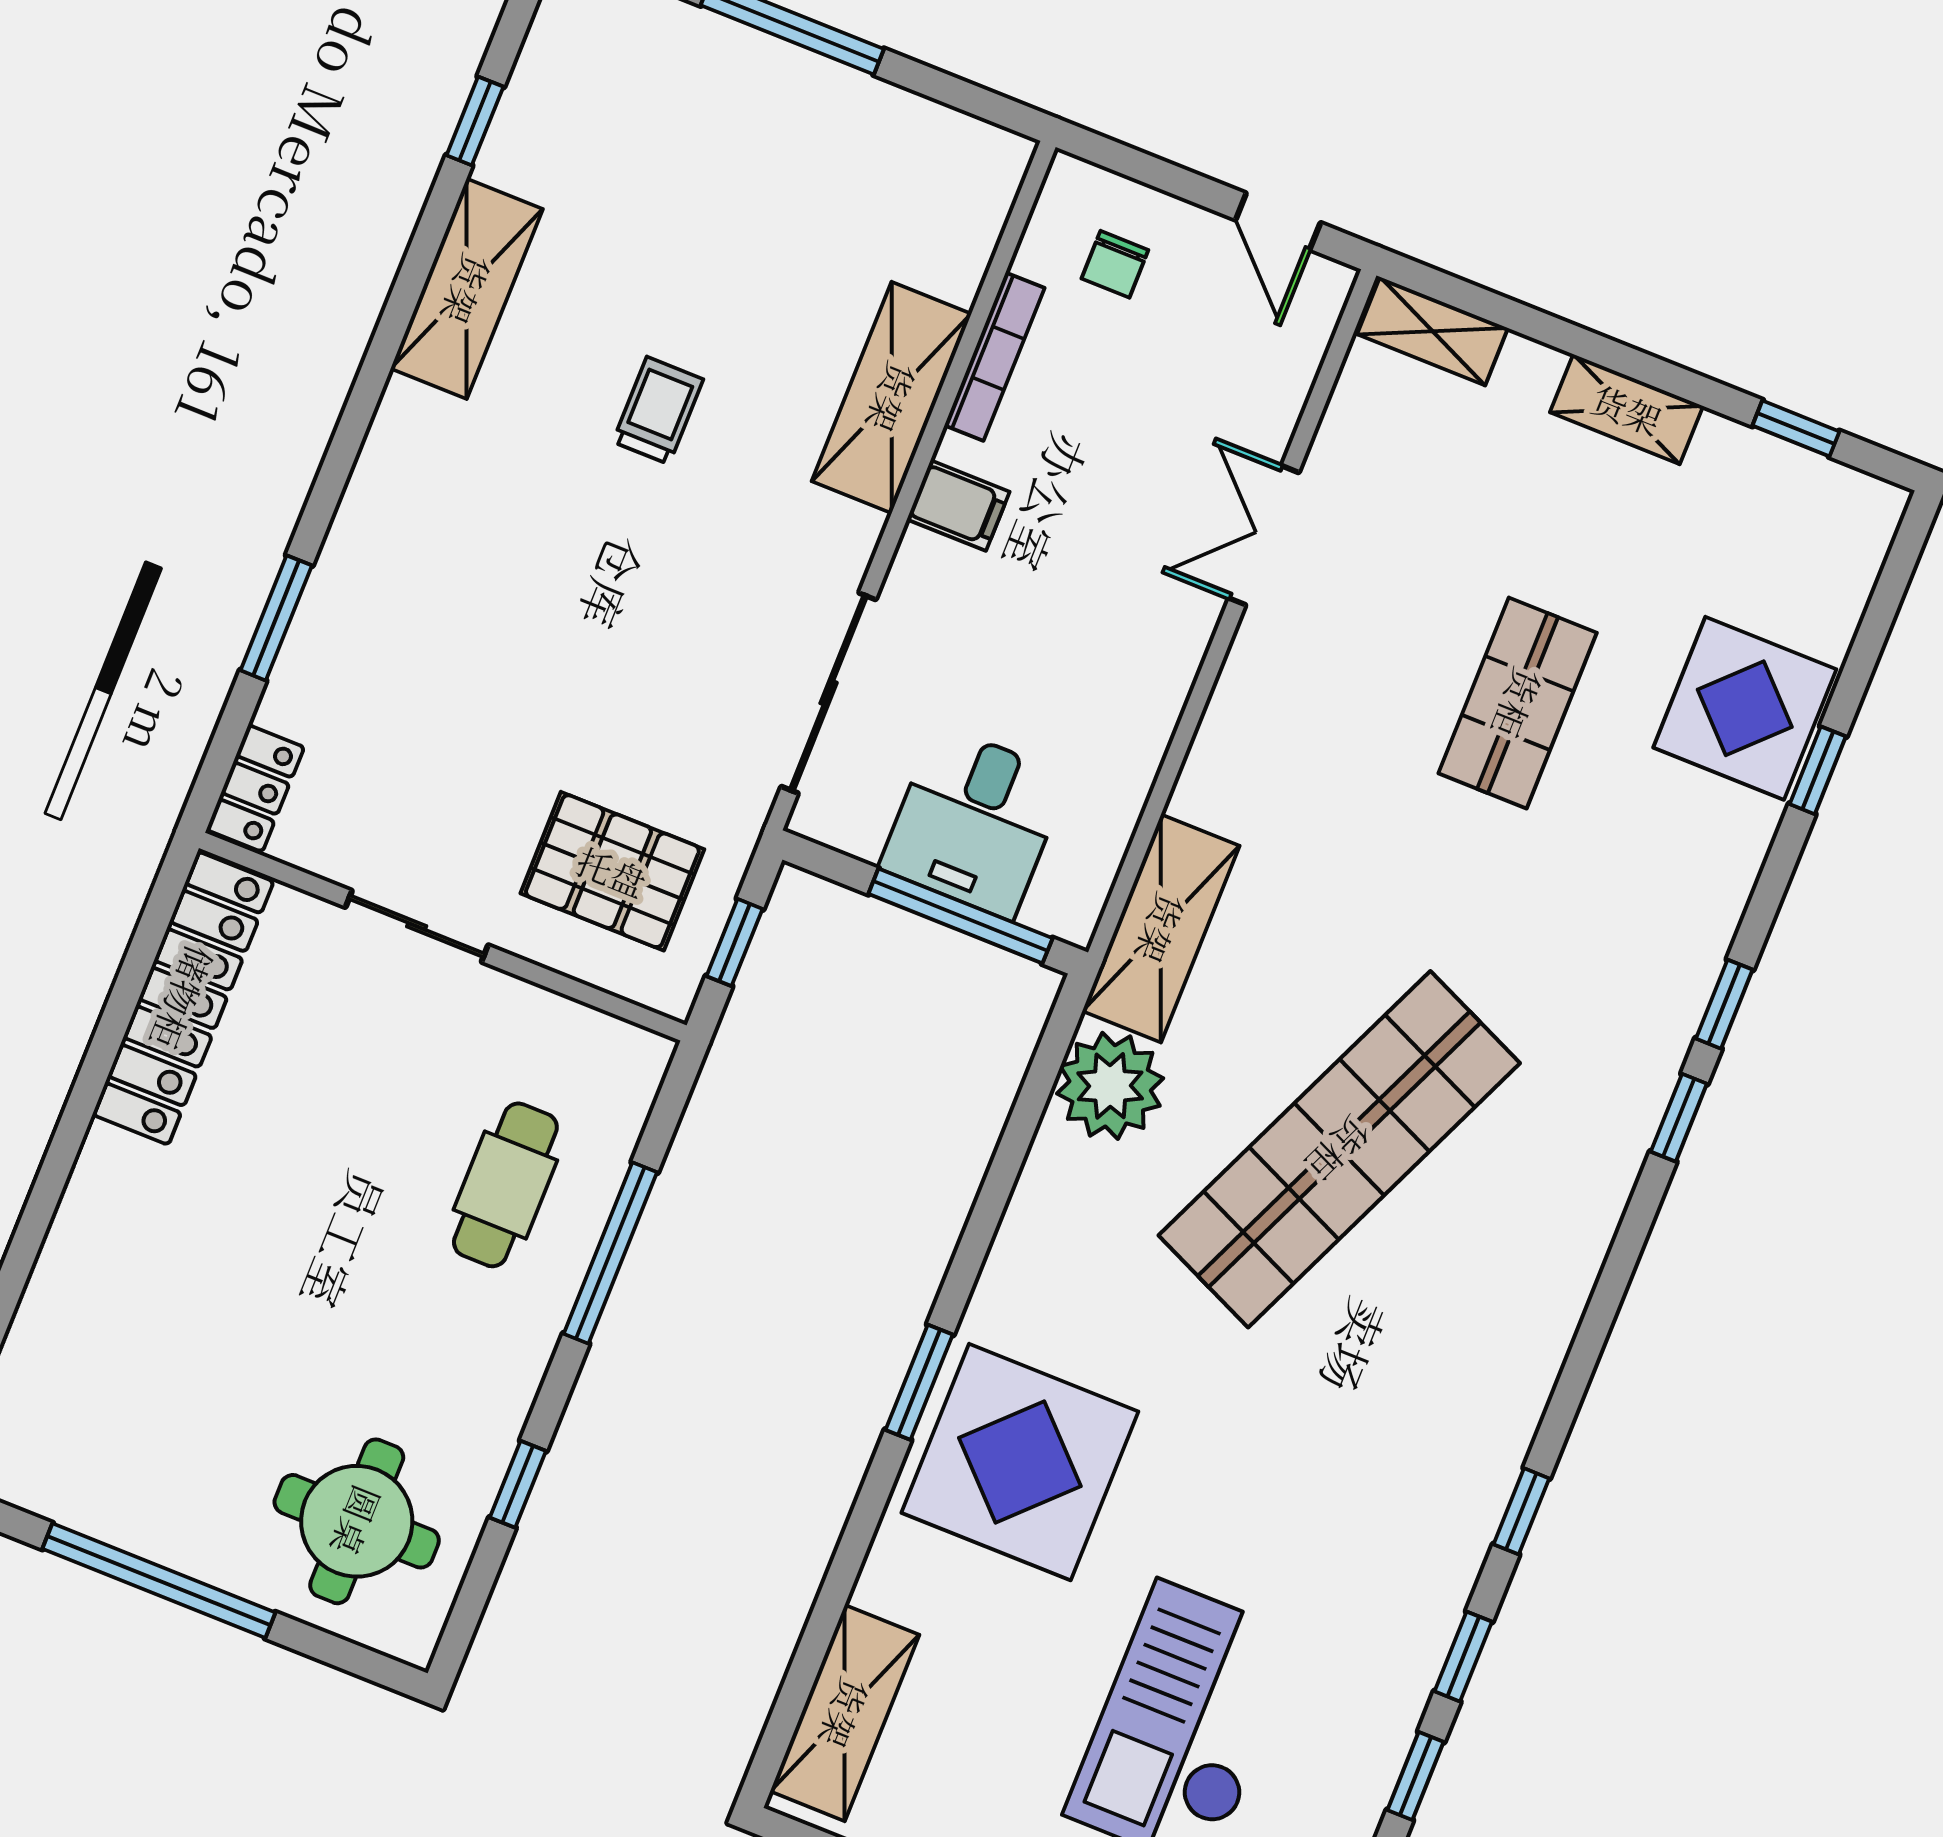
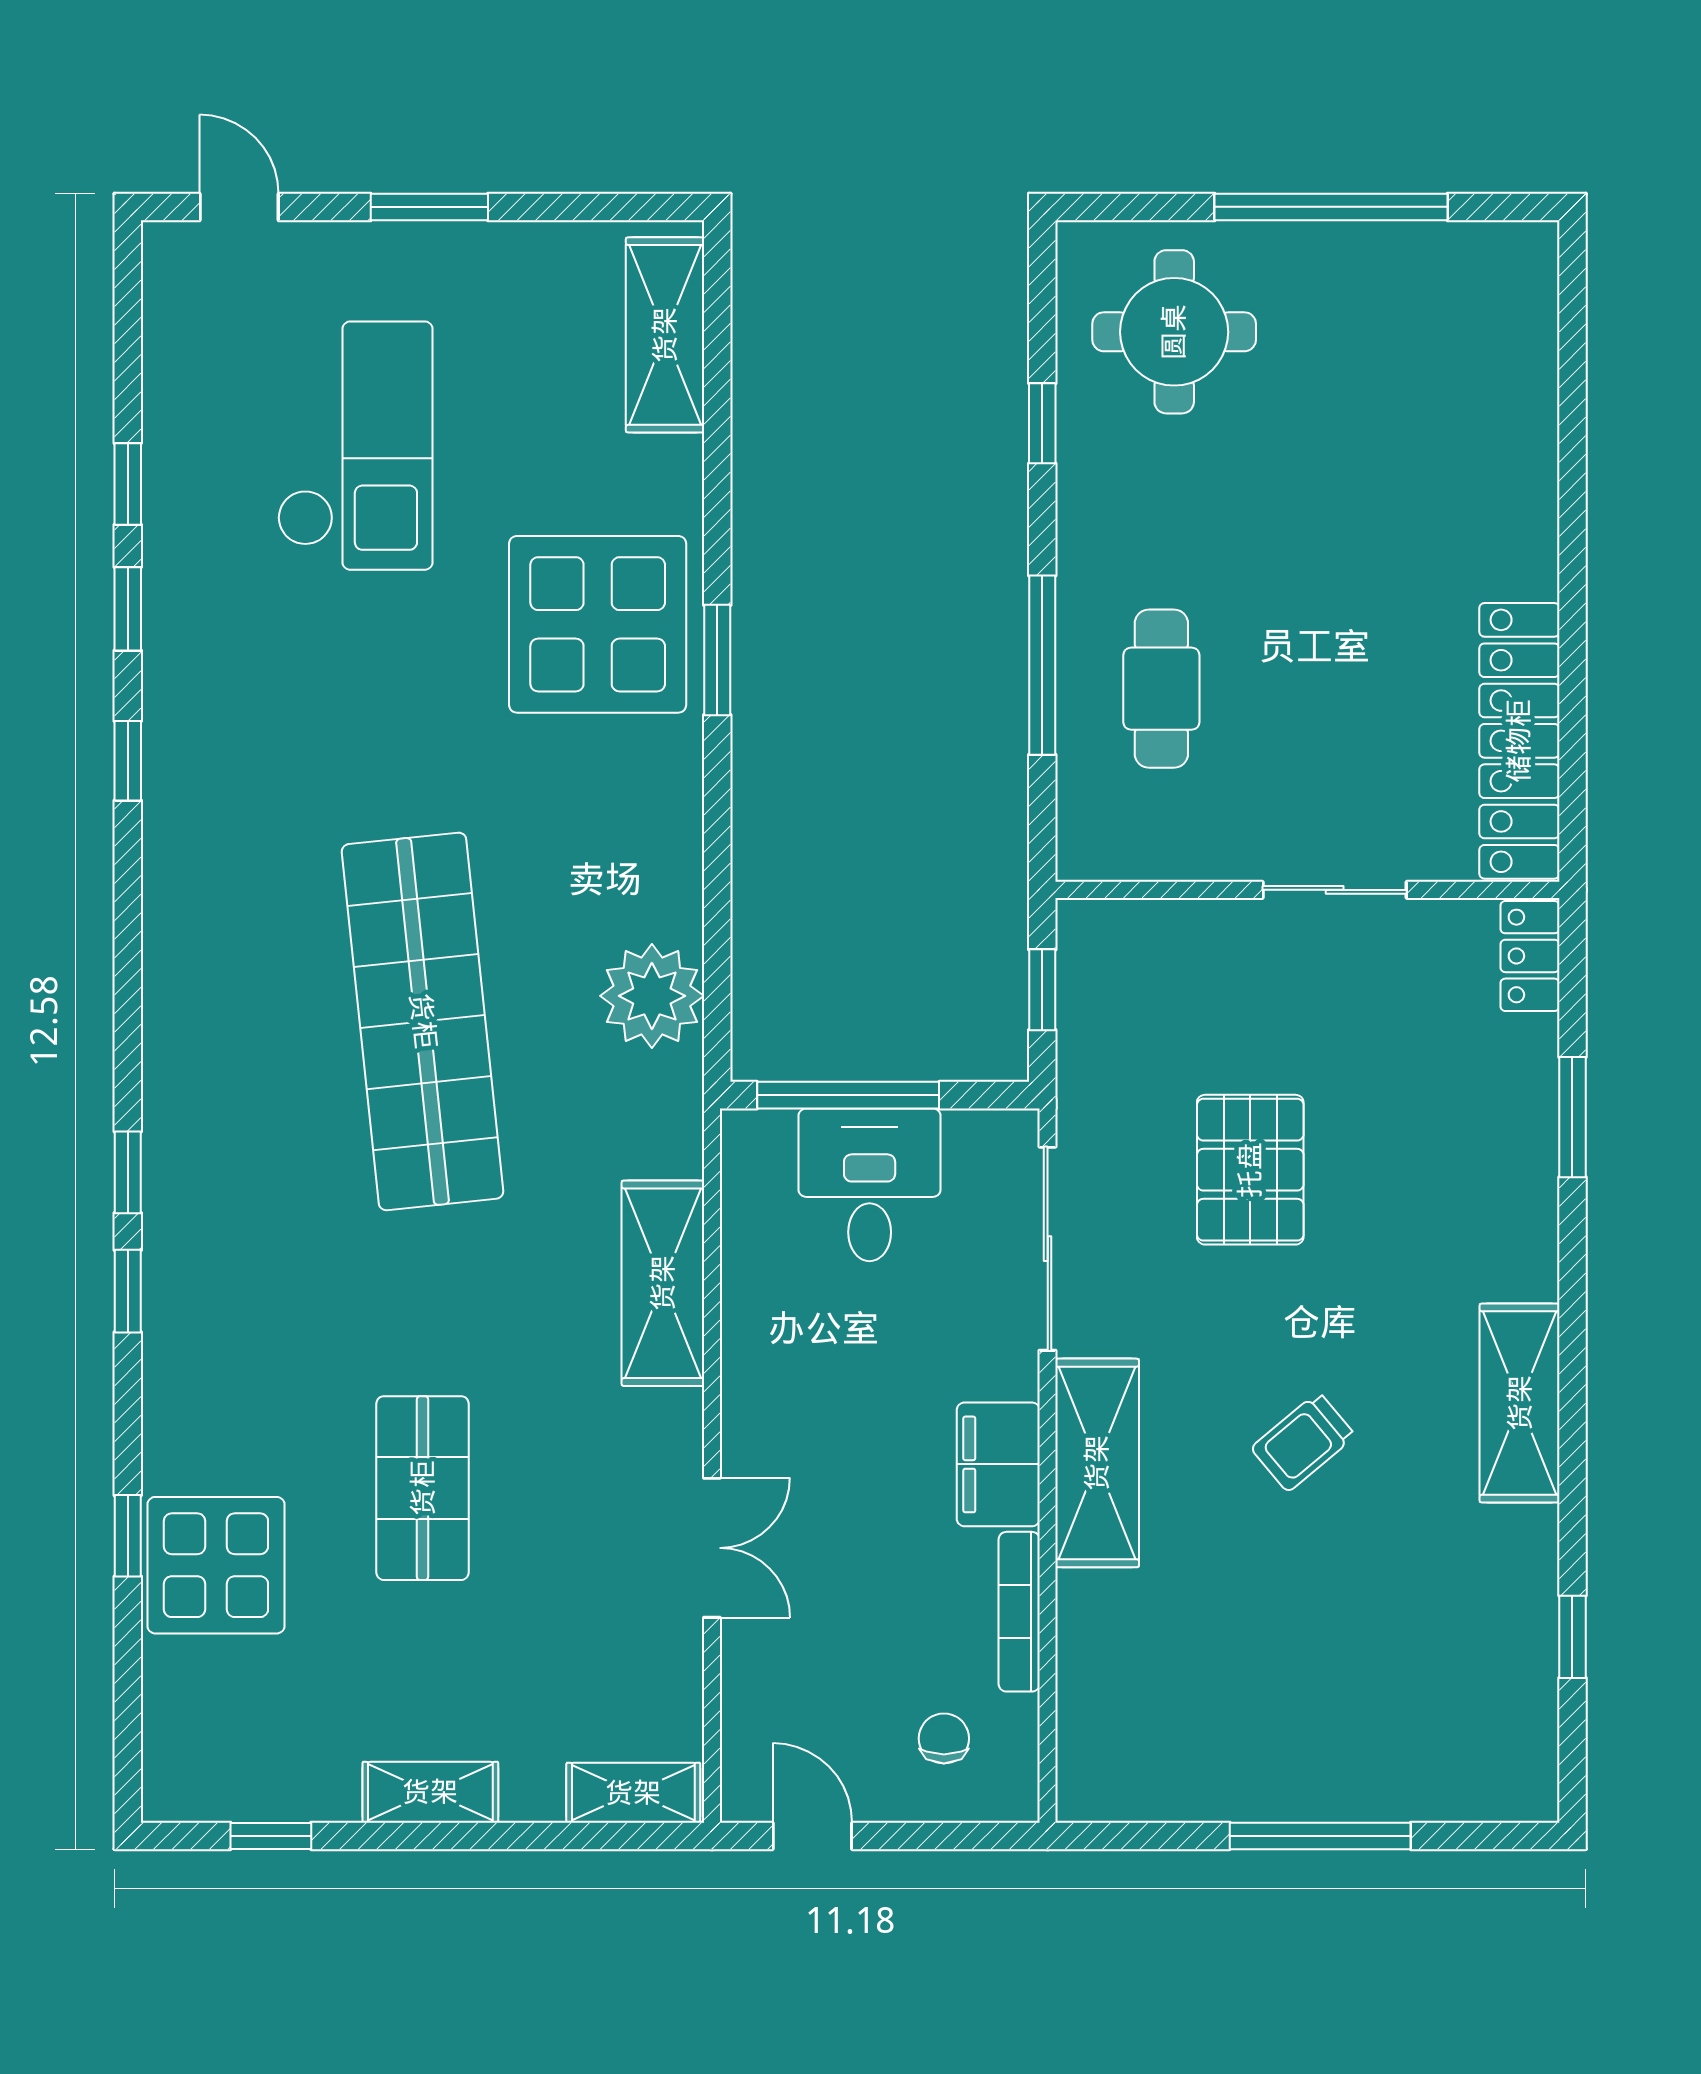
shelving: (467, 289) -> (1520, 1403), moved
shelving: (892, 397) -> (1097, 1463), moved
trolley: (658, 410) -> (1303, 1442), turned 50
filing cabinet: (958, 505) -> (998, 1464), width x2.00
pallet: (612, 871) -> (1250, 1170), moved, turned 90
shelving: (1161, 928) -> (663, 1283), moved
shop shelf: (1339, 1149) -> (423, 1021), turned -30

